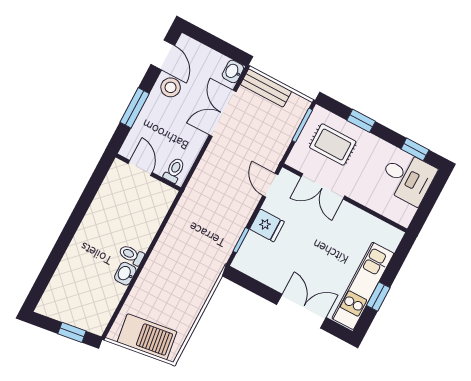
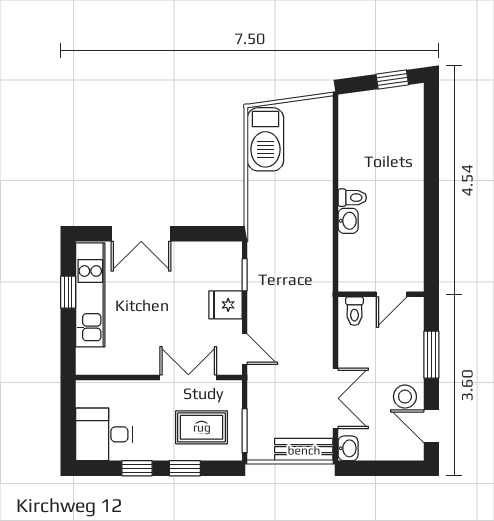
window: (415, 149) -> (137, 468), moved
door: (140, 168) -> (392, 294), hinge flipped
washbasin: (125, 274) -> (348, 221), moved
window: (72, 332) -> (392, 79), moved
barbecue: (147, 337) -> (265, 139), moved, turned -82

